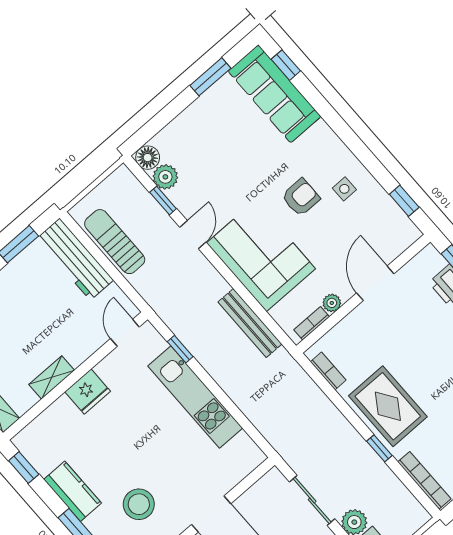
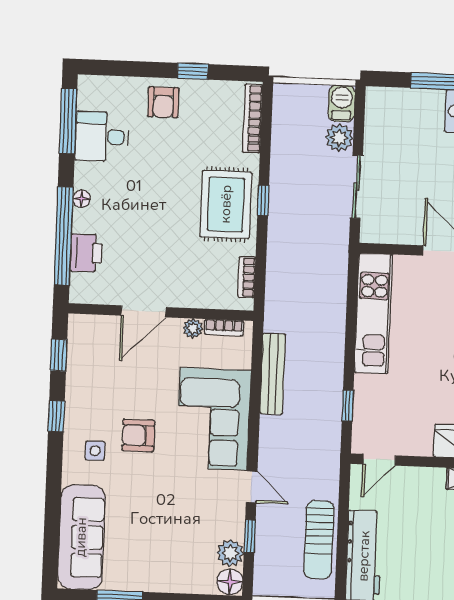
window: (286, 65) -> (56, 416), moved
side table: (344, 189) -> (95, 451), moved
door: (193, 235) -> (252, 487), swing flipped
kitchen unit: (195, 397) -> (373, 313), moved
window: (379, 448) -> (263, 200), moved

